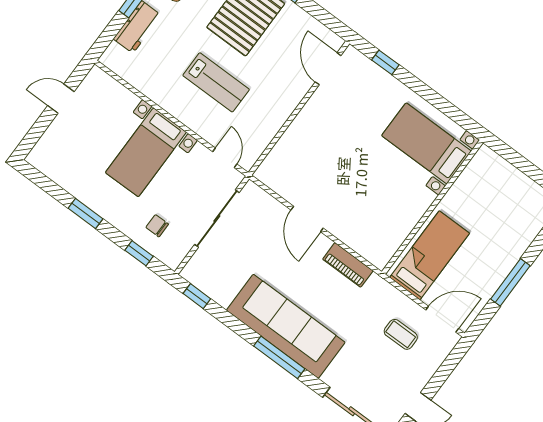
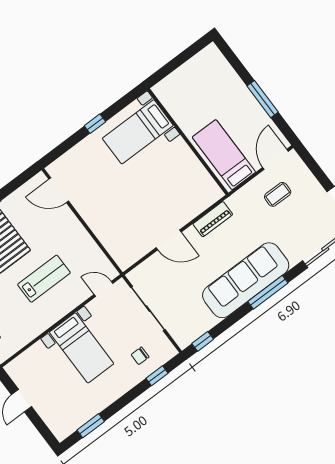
window: (385, 62) -> (95, 124), moved
window: (85, 213) -> (91, 426), moved

